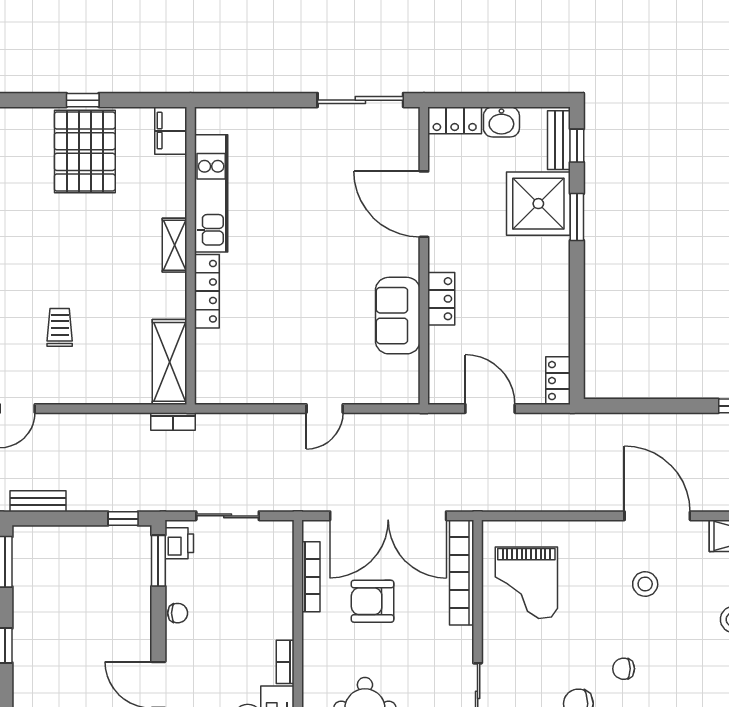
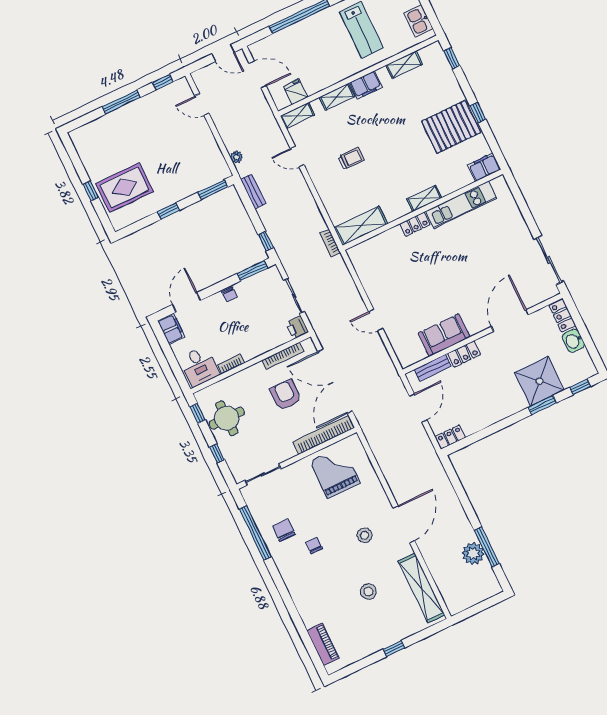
bench: (559, 140) -> (433, 368), moved
locker: (207, 291) -> (415, 224), width x0.66
printer: (179, 543) -> (297, 328), moved, turned 90
grand piano: (526, 583) -> (335, 472), turned 90

